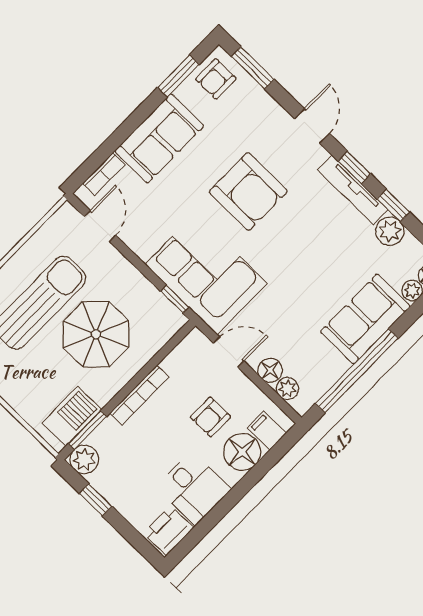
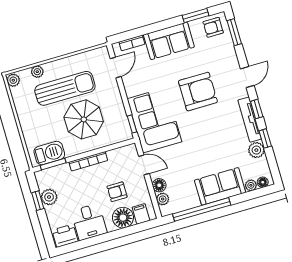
armchair: (248, 192) -> (198, 92), turned -90
plant: (84, 459) -> (49, 197), moved

